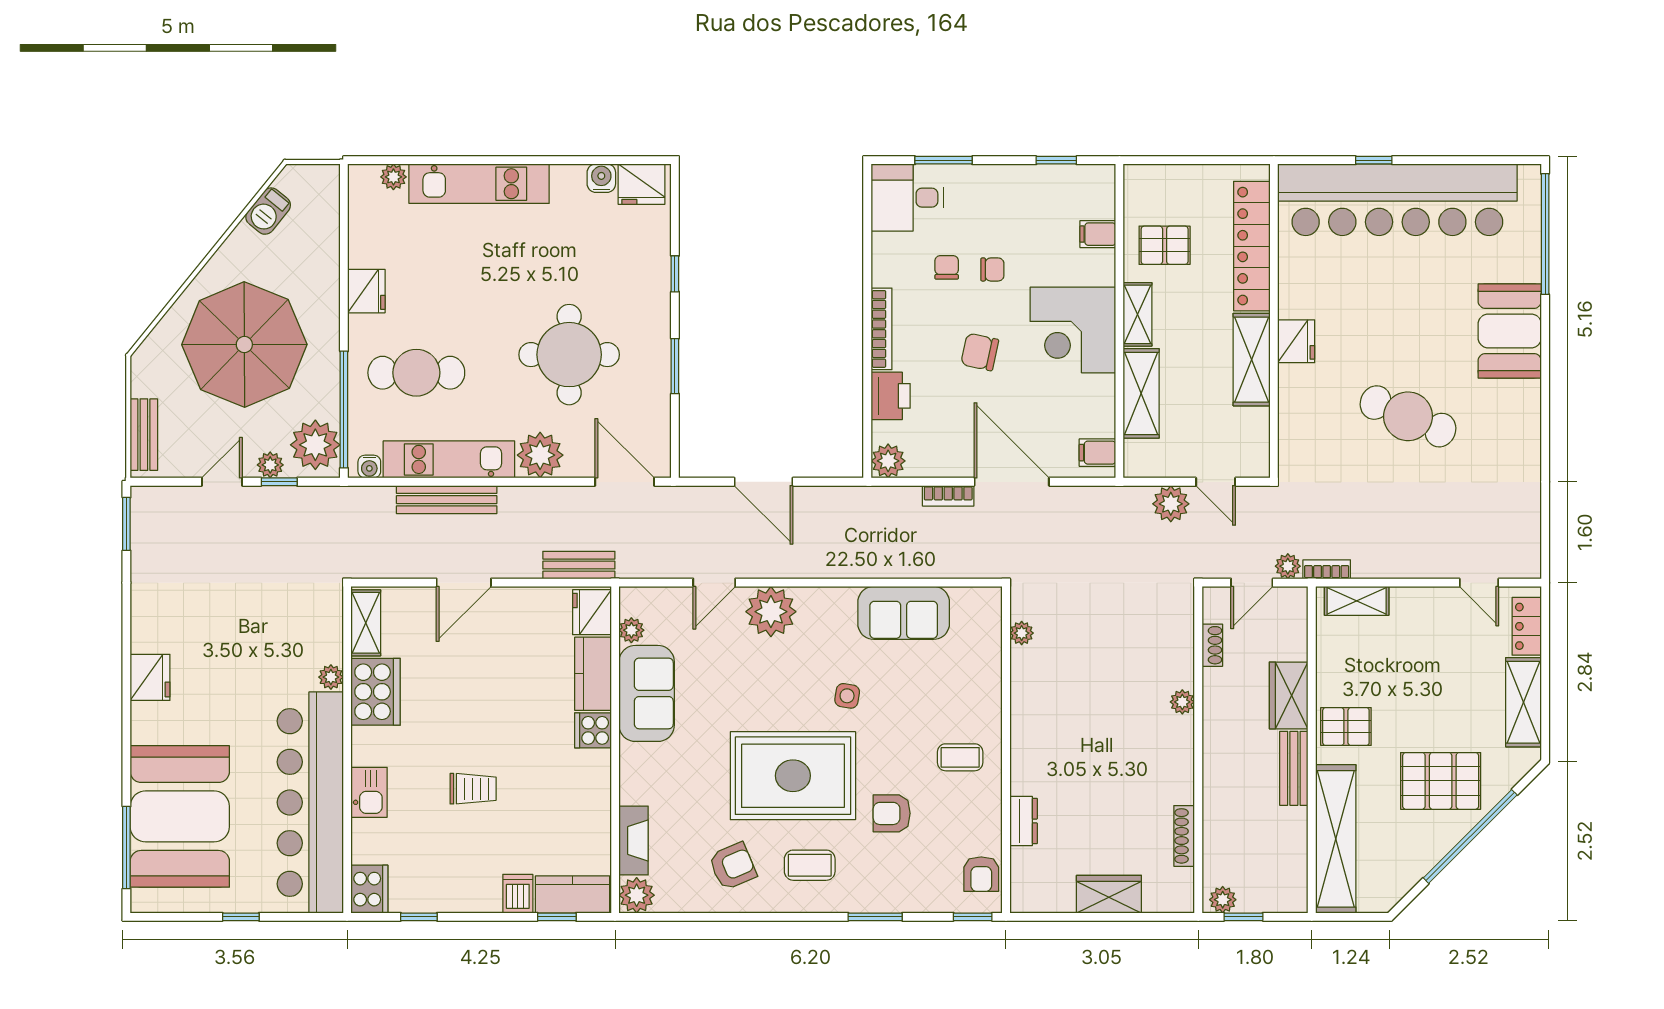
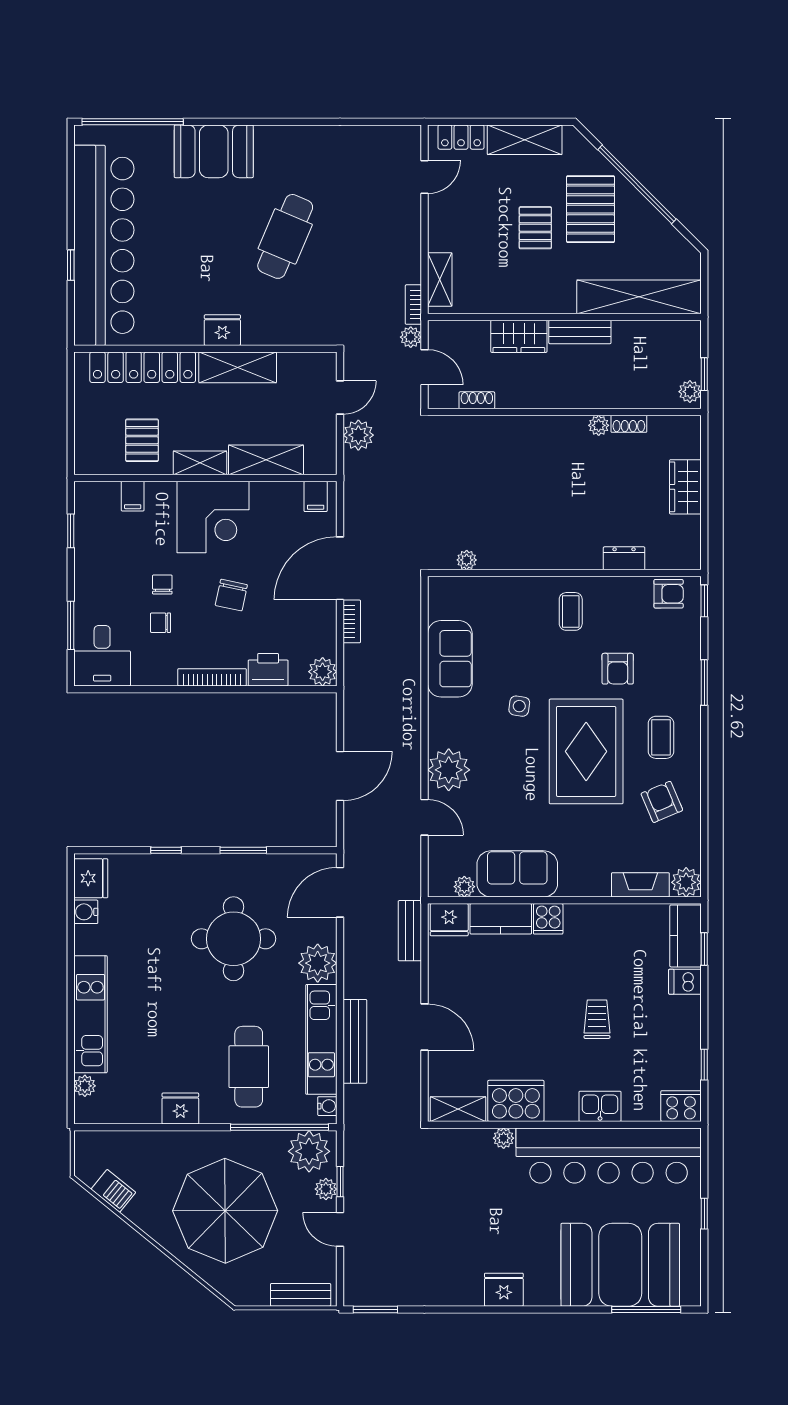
plant: (1182, 702) -> (599, 425), moved
pallet: (1346, 727) -> (535, 228), moved
shoe rack: (1184, 836) -> (629, 424), width x0.70

